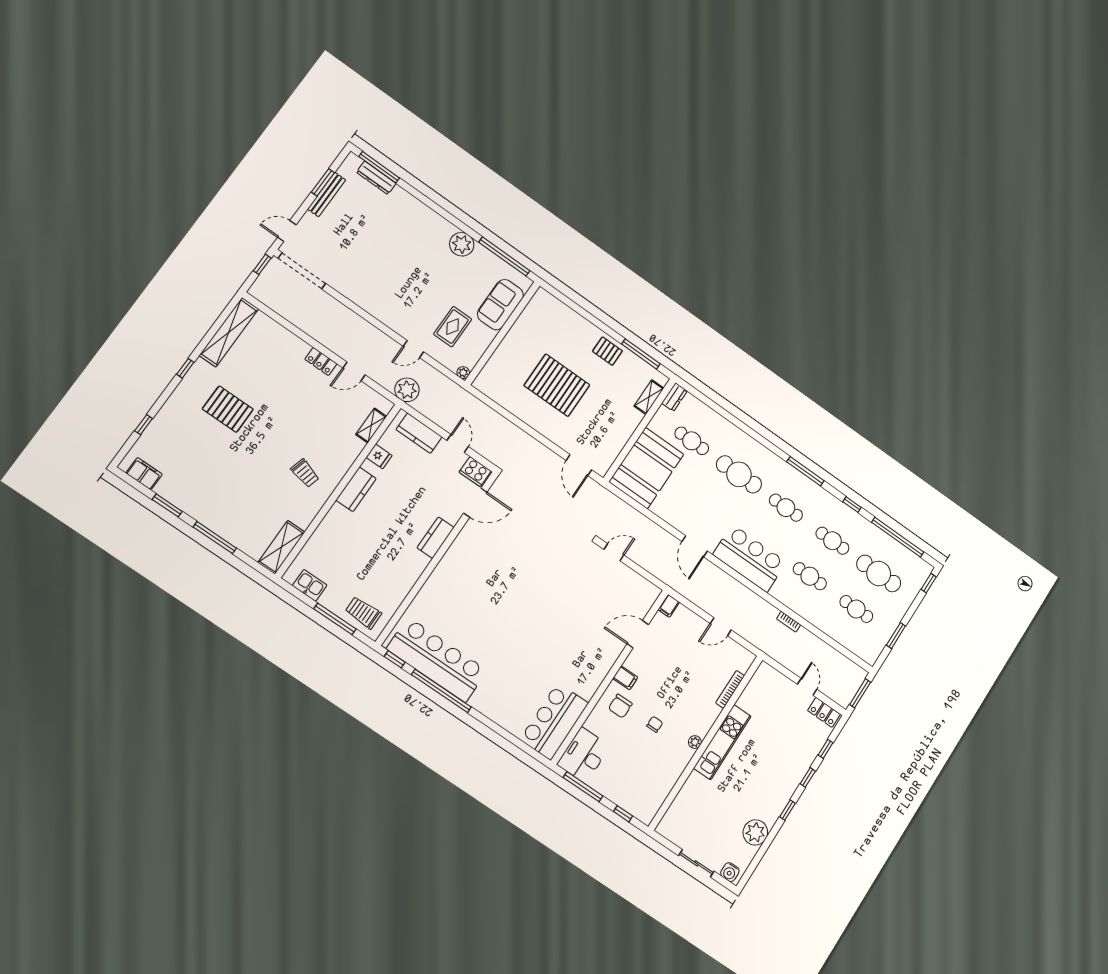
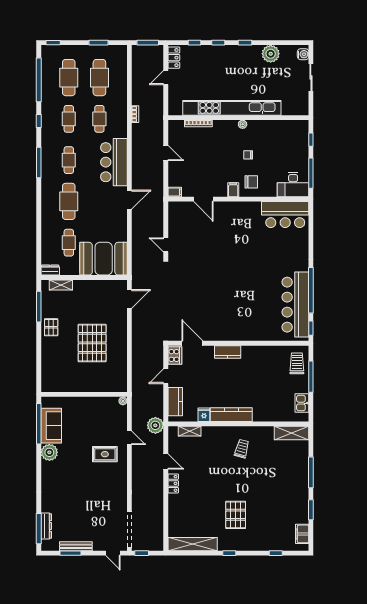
sofa: (500, 305) -> (51, 426), moved, turned -90
rug: (453, 327) -> (105, 454), moved
kitchen counter: (356, 489) -> (231, 415), width x1.50
cafe table: (856, 609) -> (99, 78), width x1.37, depth x1.35
trolley: (363, 613) -> (297, 363), turned 180
kitchen unit: (722, 742) -> (232, 108), width x1.86

